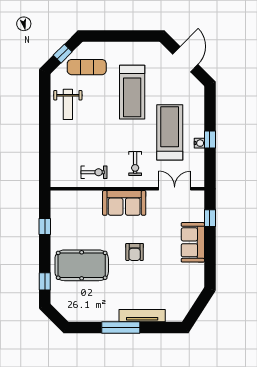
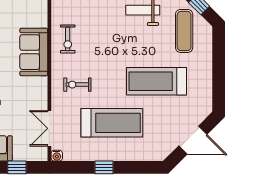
water cooler: (199, 143) -> (57, 156), moved
double door: (175, 189) -> (49, 128), swing flipped
sofa: (124, 203) -> (34, 52), moved

